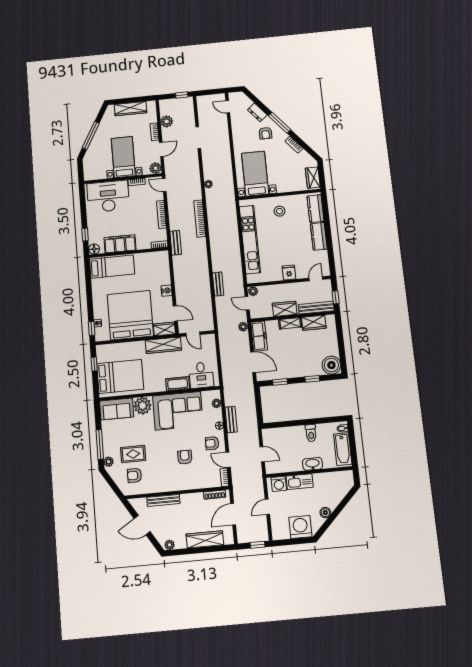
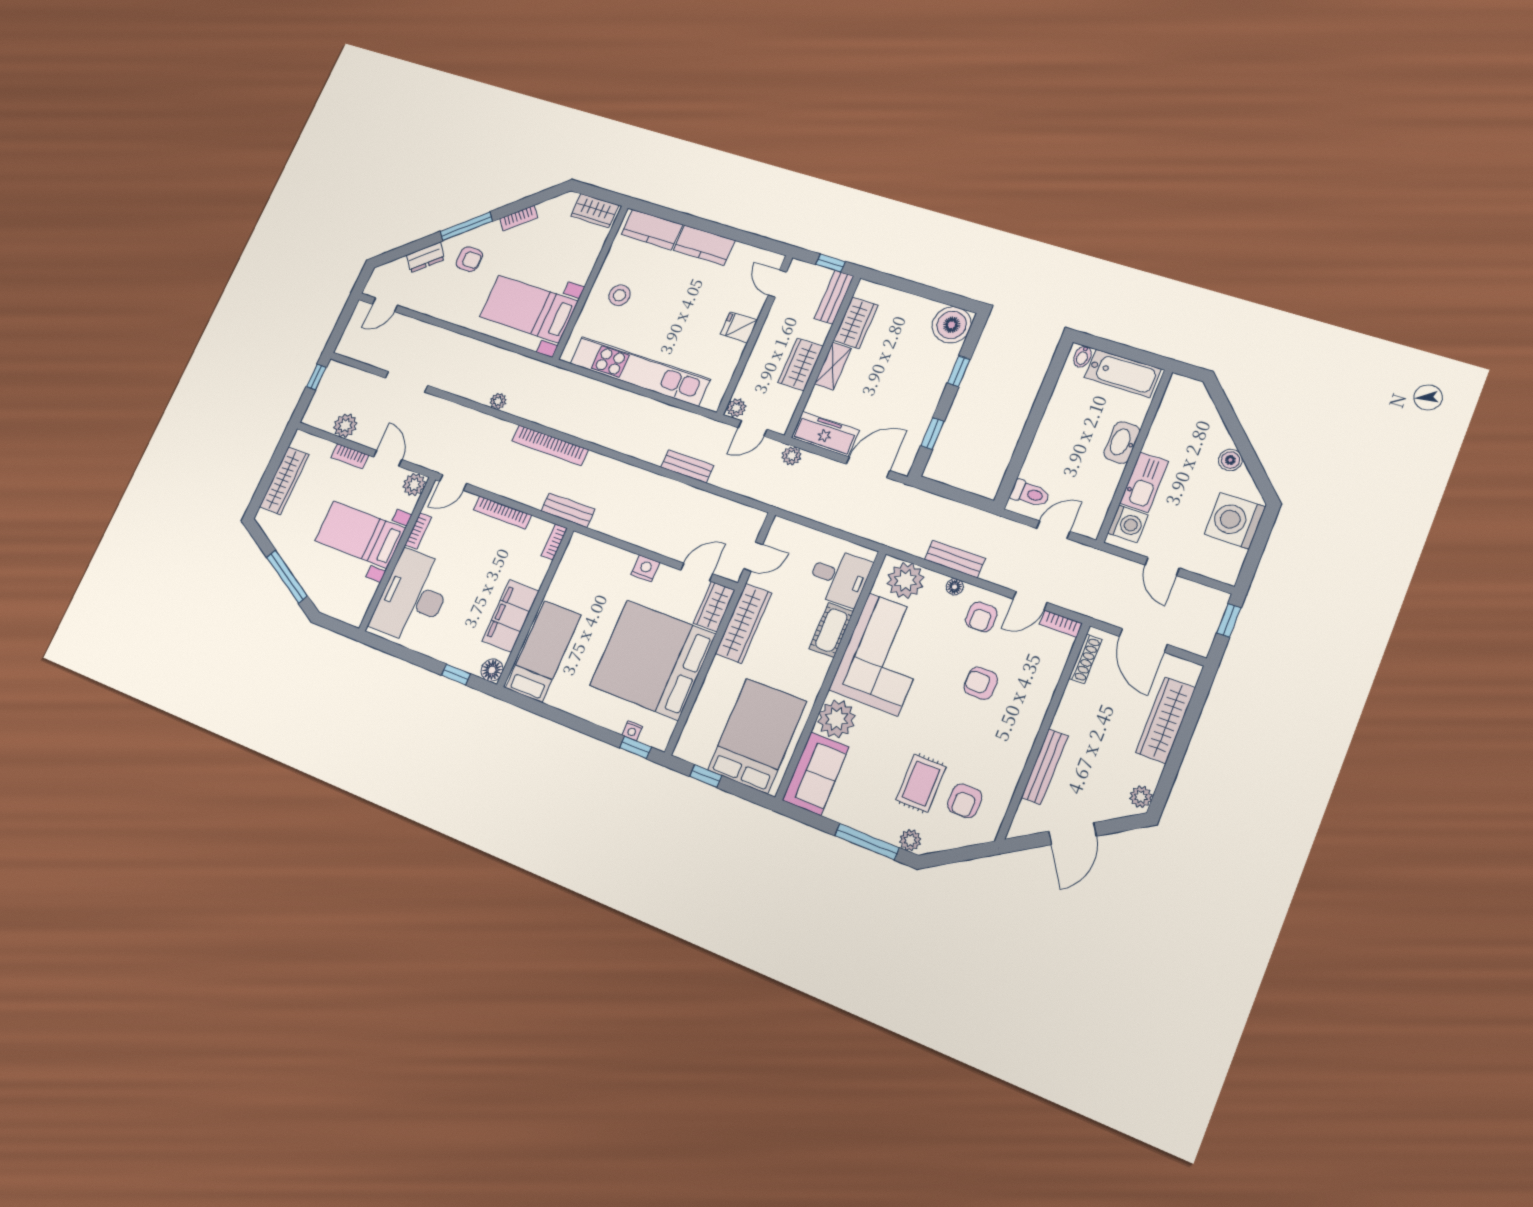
bench: (316, 308) -> (834, 297), width x0.73
plant: (217, 403) -> (906, 581), width x1.88, depth x1.88
toilet: (311, 433) -> (1030, 494), moved

